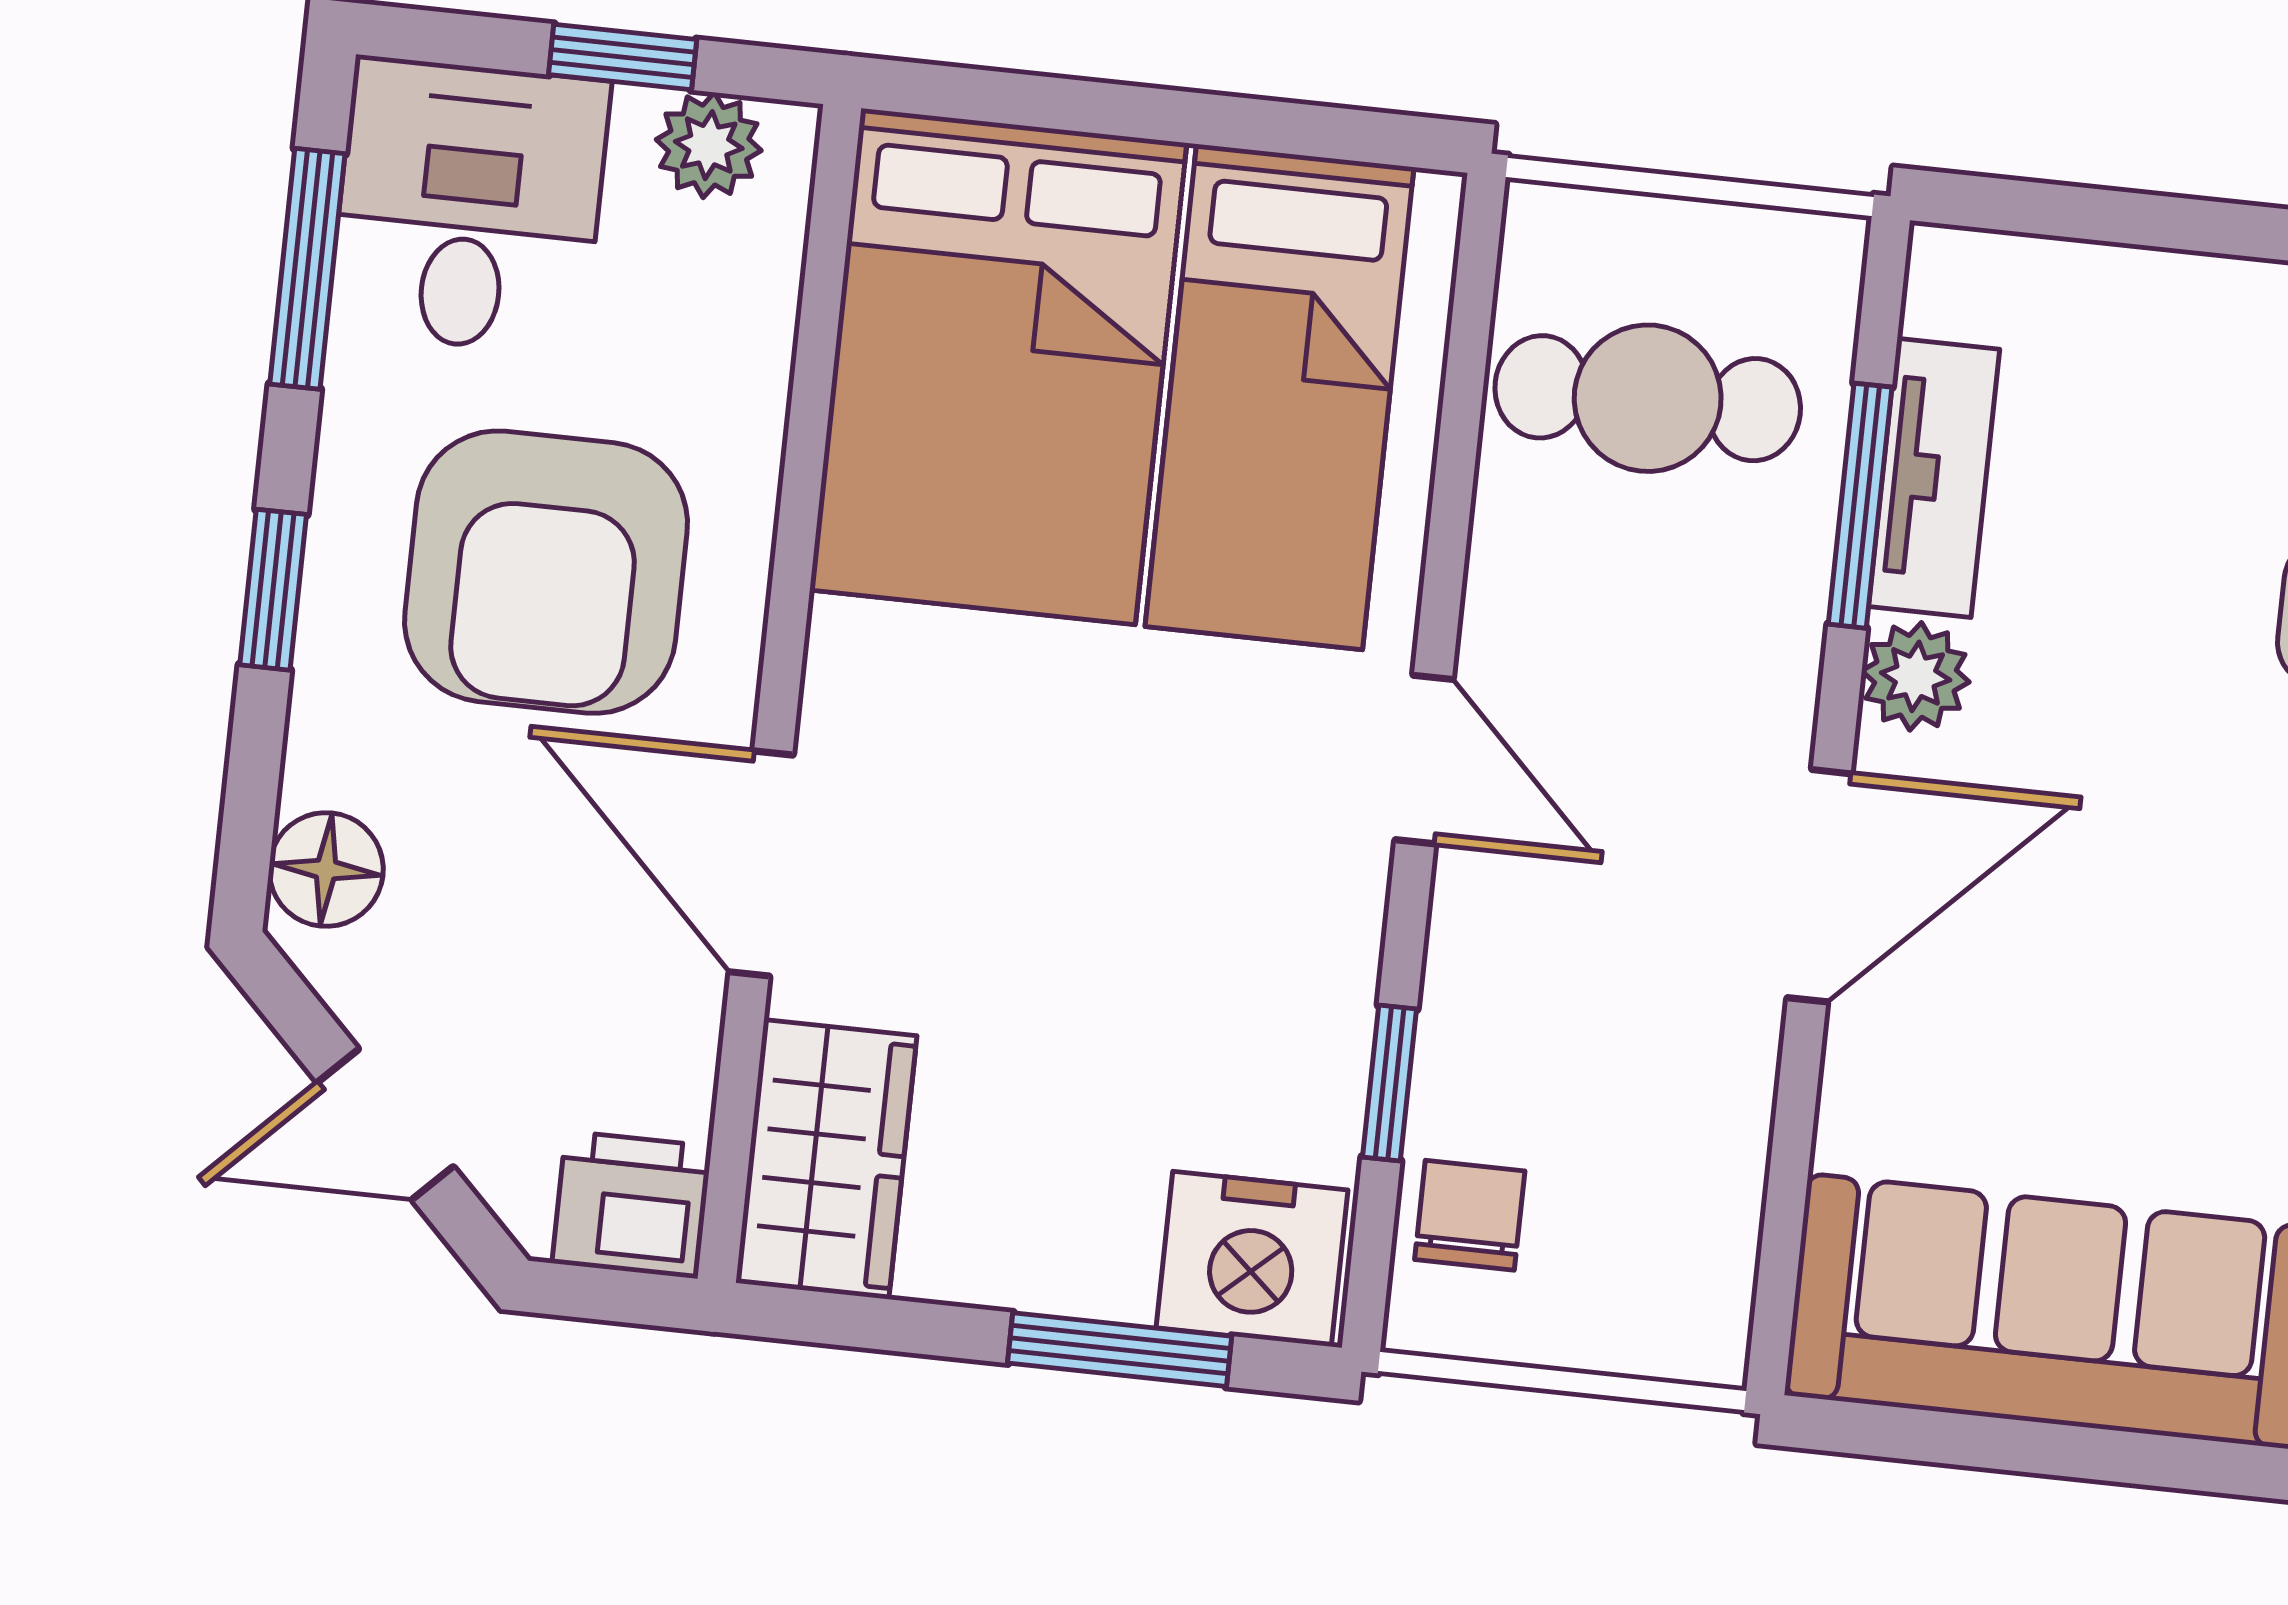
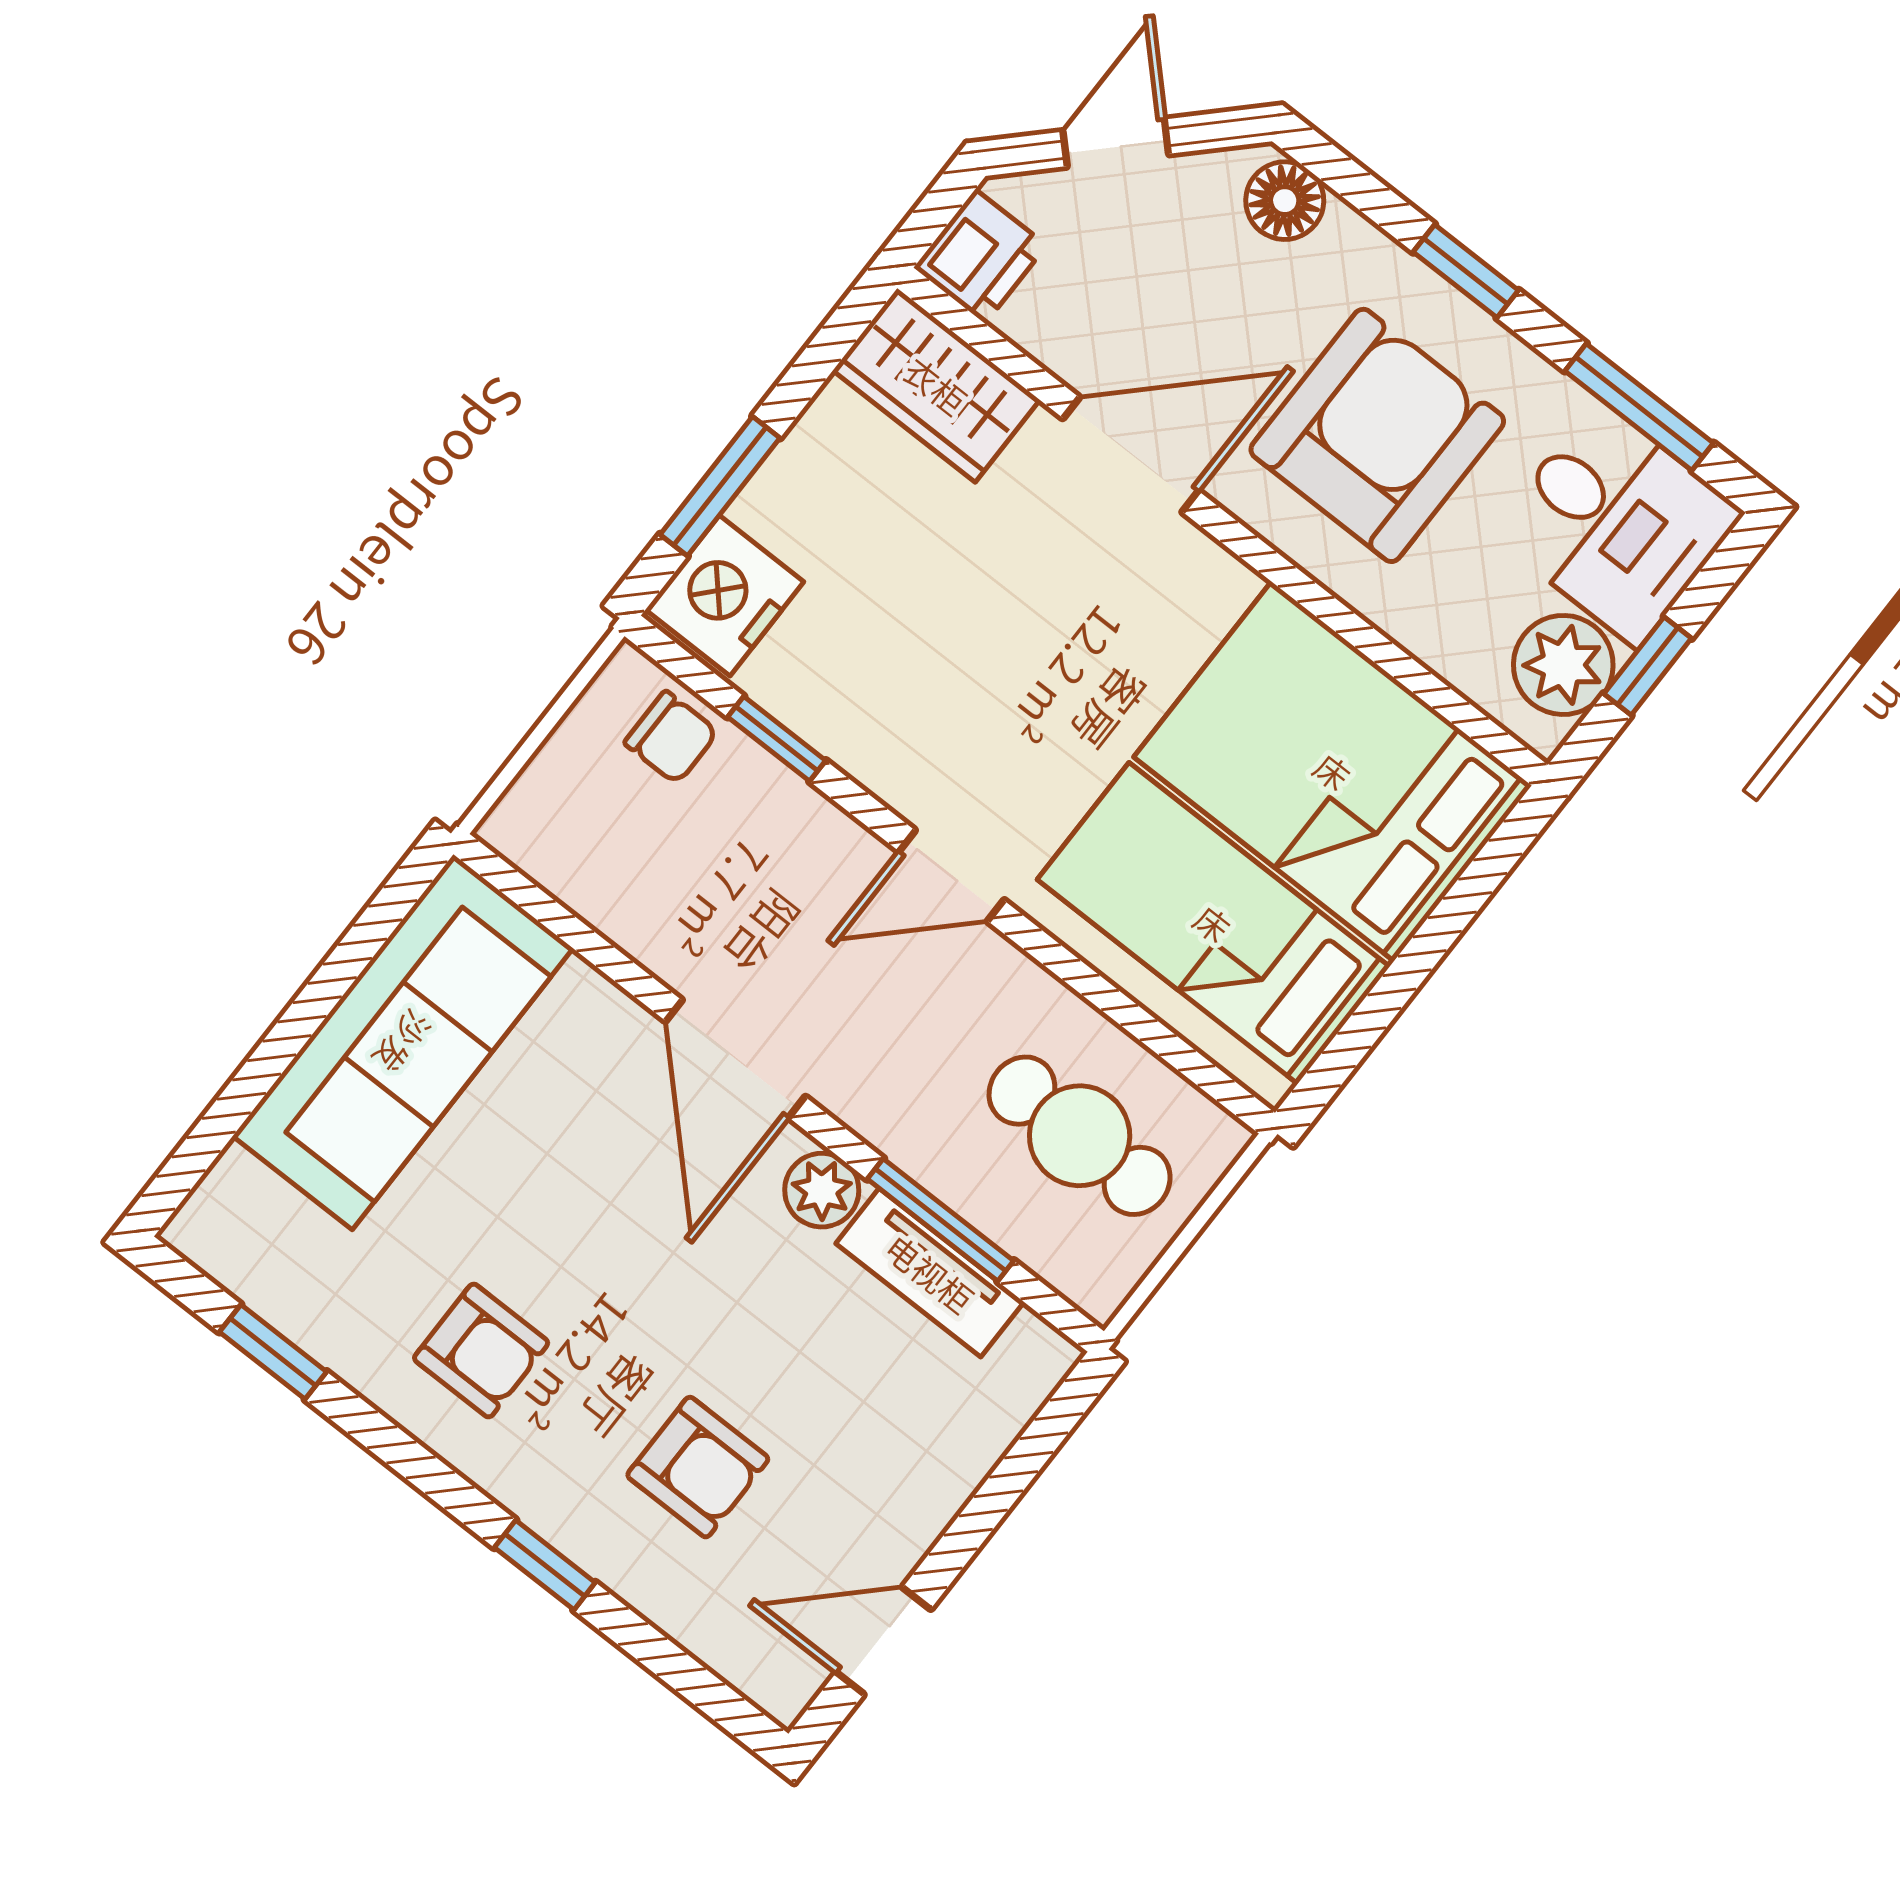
plant: (709, 145) -> (1563, 665), width x1.38, depth x1.38
cafe table: (1648, 398) -> (1080, 1136), turned 90
armchair: (546, 572) -> (1377, 435), turned 90

